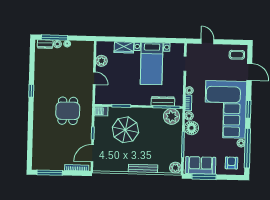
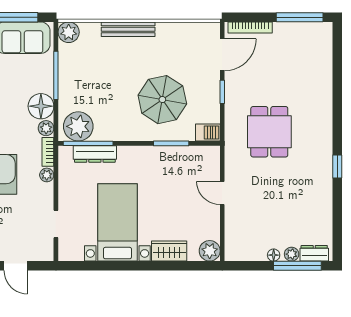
plant: (102, 61) -> (210, 251), moved

